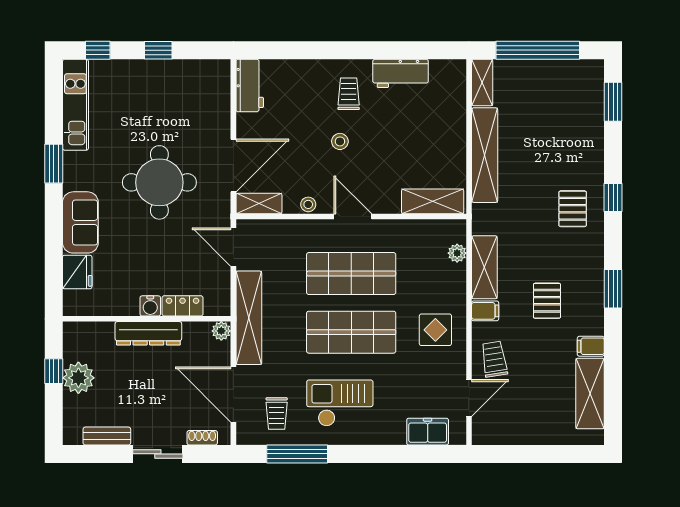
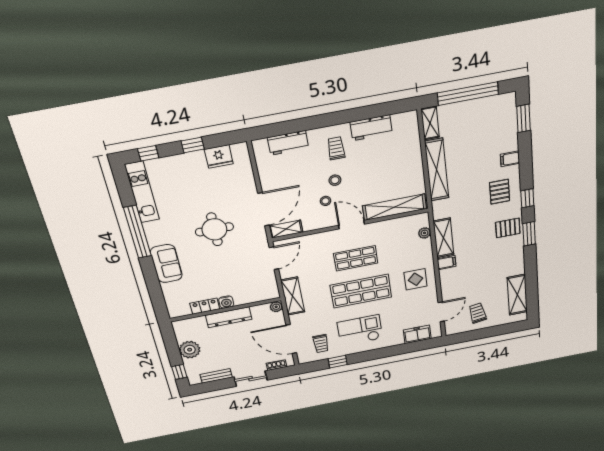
workbench: (250, 86) -> (288, 143), moved, turned 90
window: (54, 164) -> (137, 232), width x2.11
round table: (159, 182) -> (214, 229), width x0.73, depth x0.73
window: (613, 198) -> (527, 198), moved
shelving: (433, 201) -> (394, 207), width x1.47
stool: (308, 204) -> (325, 201), moved
door: (233, 247) -> (274, 258), swing flipped
fridge: (77, 272) -> (219, 157), moved, turned 90
shop shelf: (351, 274) -> (356, 258), width x0.70, depth x0.74
pallet: (547, 301) -> (508, 228), moved, turned 90
locker: (183, 306) -> (205, 306), moved
shelving: (249, 318) -> (293, 296), width x0.68
filing cabinet: (591, 346) -> (510, 159), moved
trolley: (494, 359) -> (478, 313), moved
window: (54, 371) -> (179, 372), moved
window: (297, 454) -> (338, 362), width x0.46

